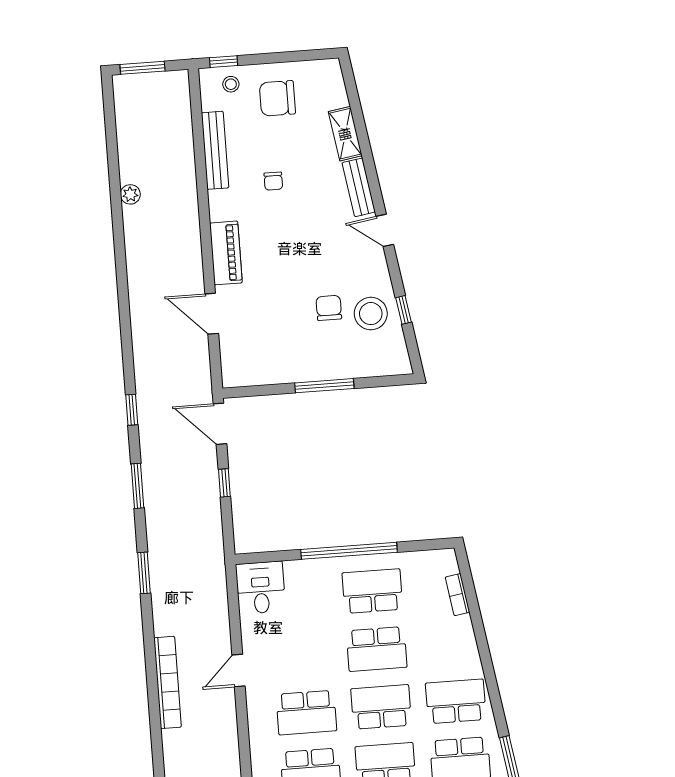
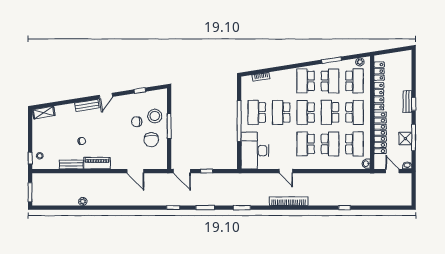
chair: (277, 98) -> (151, 140), moved
shelving: (345, 134) -> (44, 113), moved
bench: (215, 150) -> (71, 164), width x0.73
piano: (226, 253) -> (97, 163), moved
door: (212, 314) -> (135, 171), hinge flipped
stool: (371, 314) -> (155, 116), moved
door: (220, 424) -> (182, 171), hinge flipped
desk: (261, 588) -> (255, 151), width x1.87, depth x1.30
school desk: (377, 649) -> (281, 112), turned 180
school desk: (306, 713) -> (306, 144), turned 180

